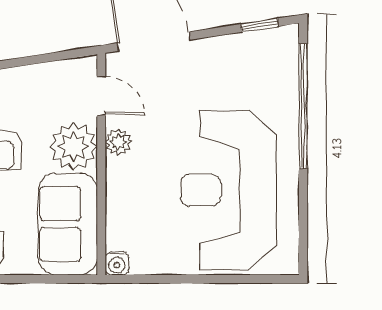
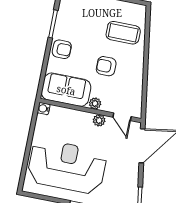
door: (101, 96) -> (122, 117), hinge flipped
plant: (74, 147) -> (95, 103), width x0.53, depth x0.53

